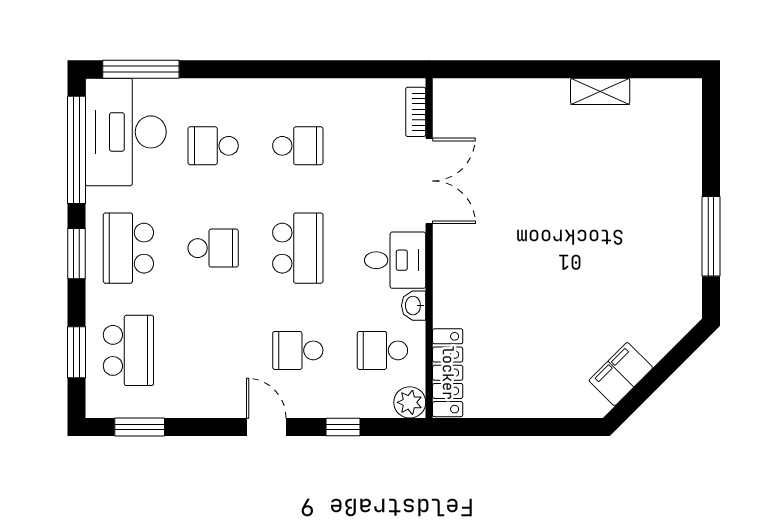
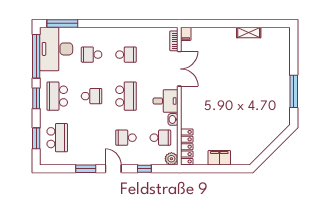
filing cabinet: (445, 95) -> (186, 34), added
school desk: (382, 350) -> (160, 138), turned 180
filing cabinet: (621, 374) -> (219, 158), moved, turned 45
window: (140, 427) -> (86, 169), moved

